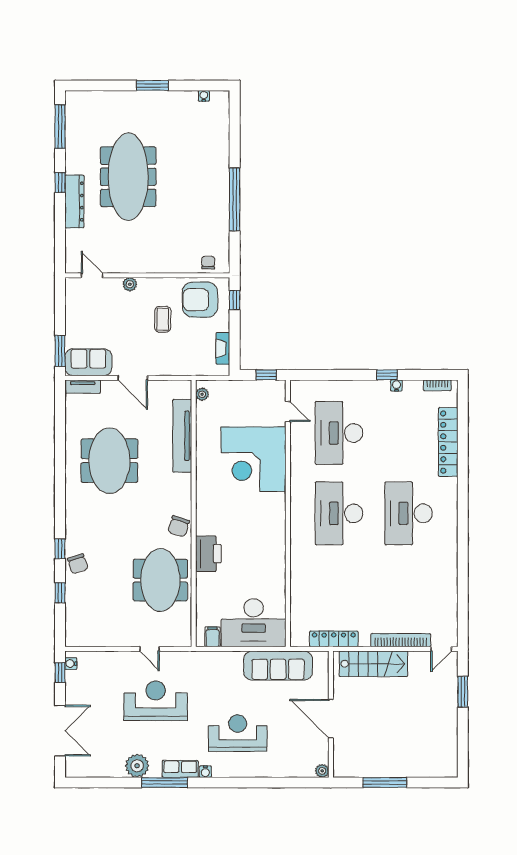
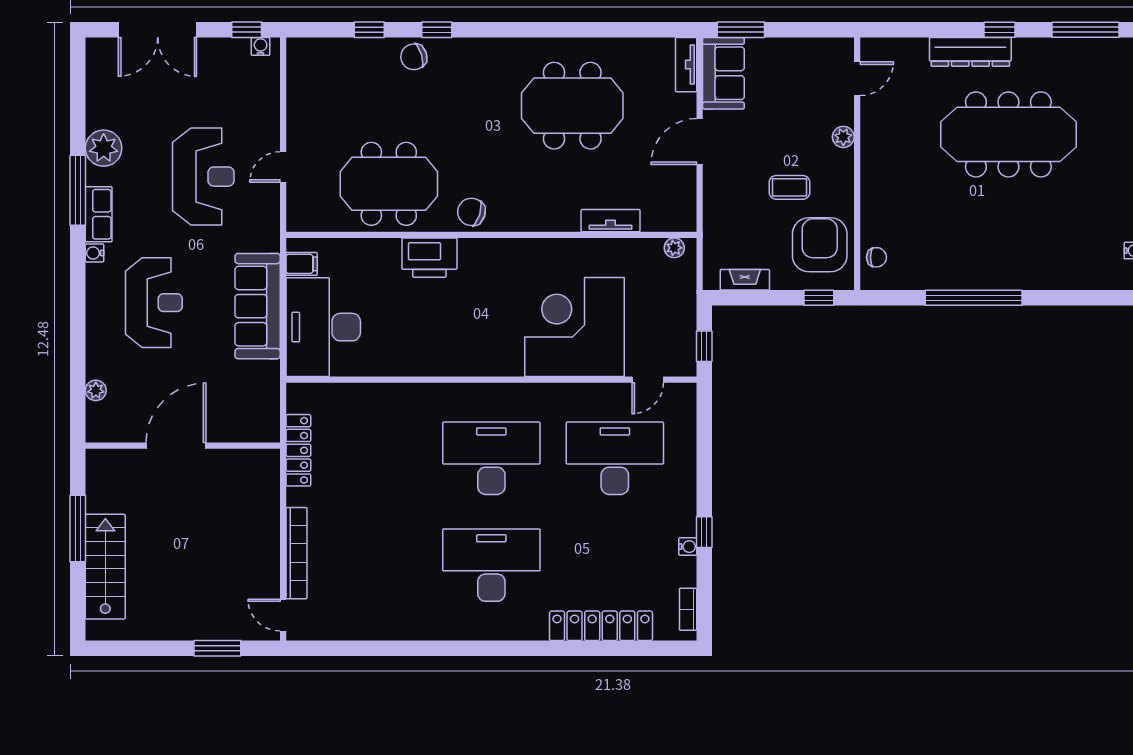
tv unit: (182, 436) -> (611, 221), width x0.52, depth x0.78
stairs: (373, 664) -> (105, 567), moved, turned 180
sofa: (278, 666) -> (258, 306), moved
plant: (322, 771) -> (96, 390), moved

